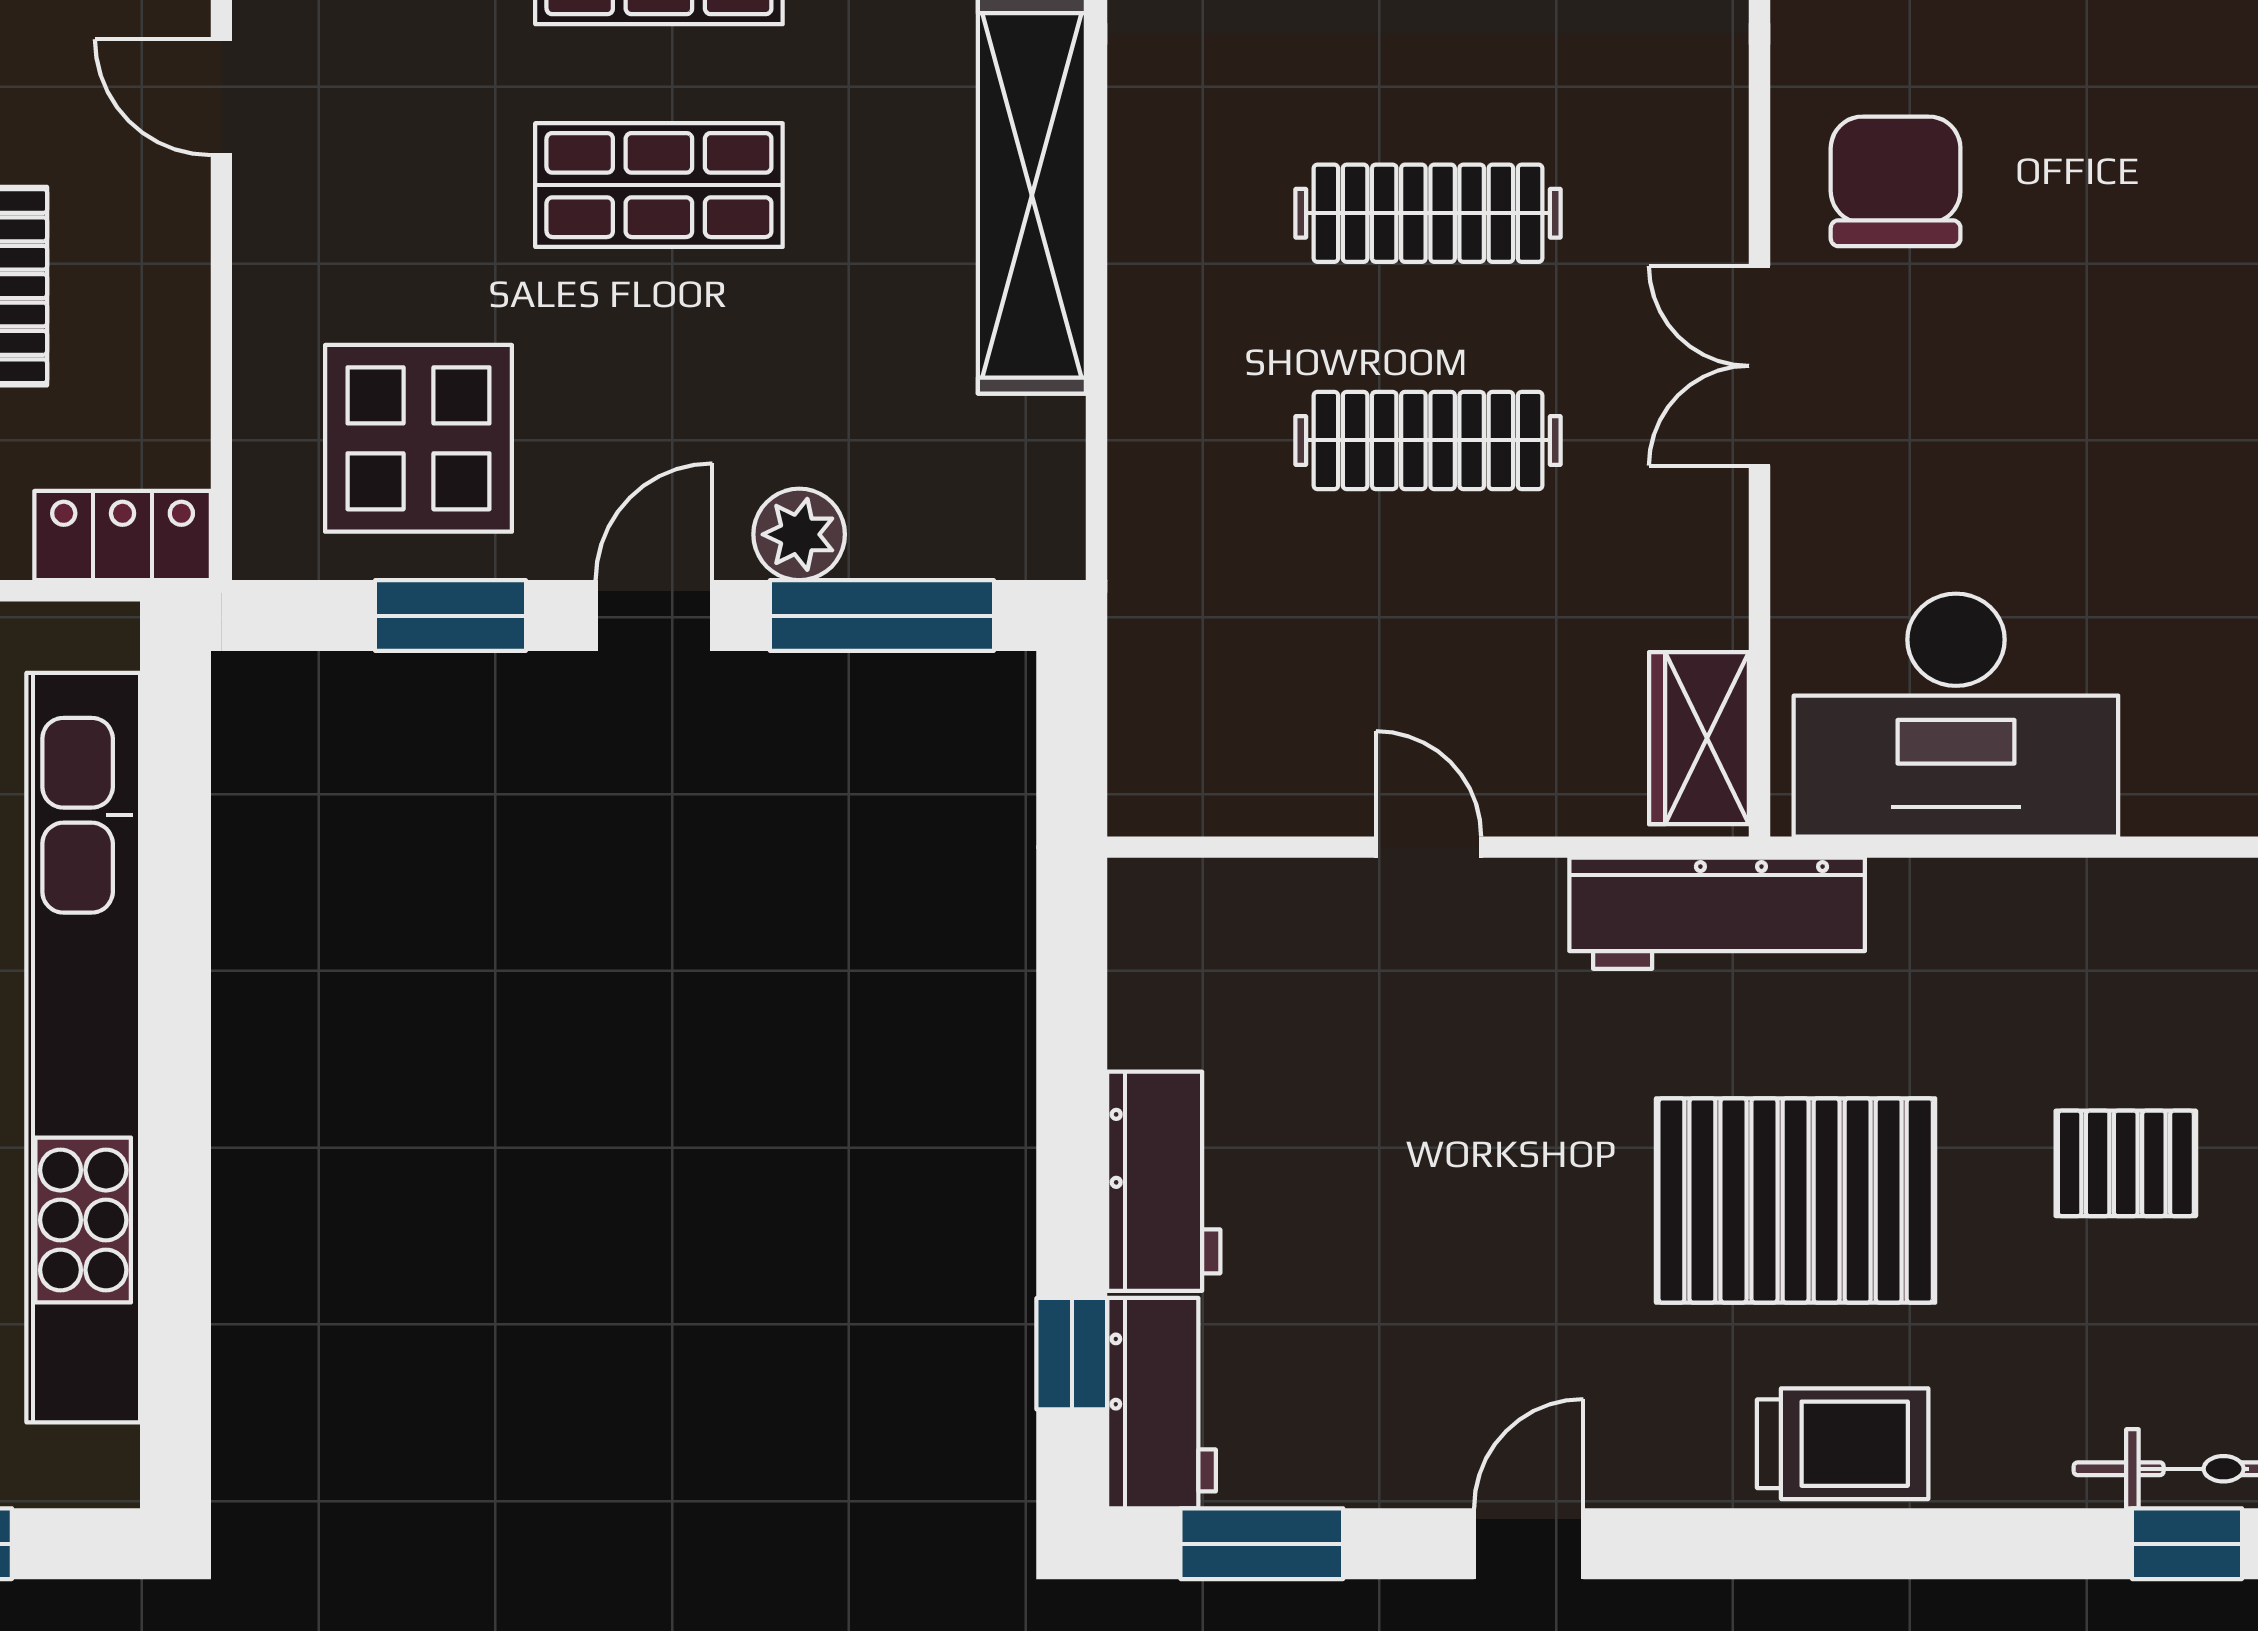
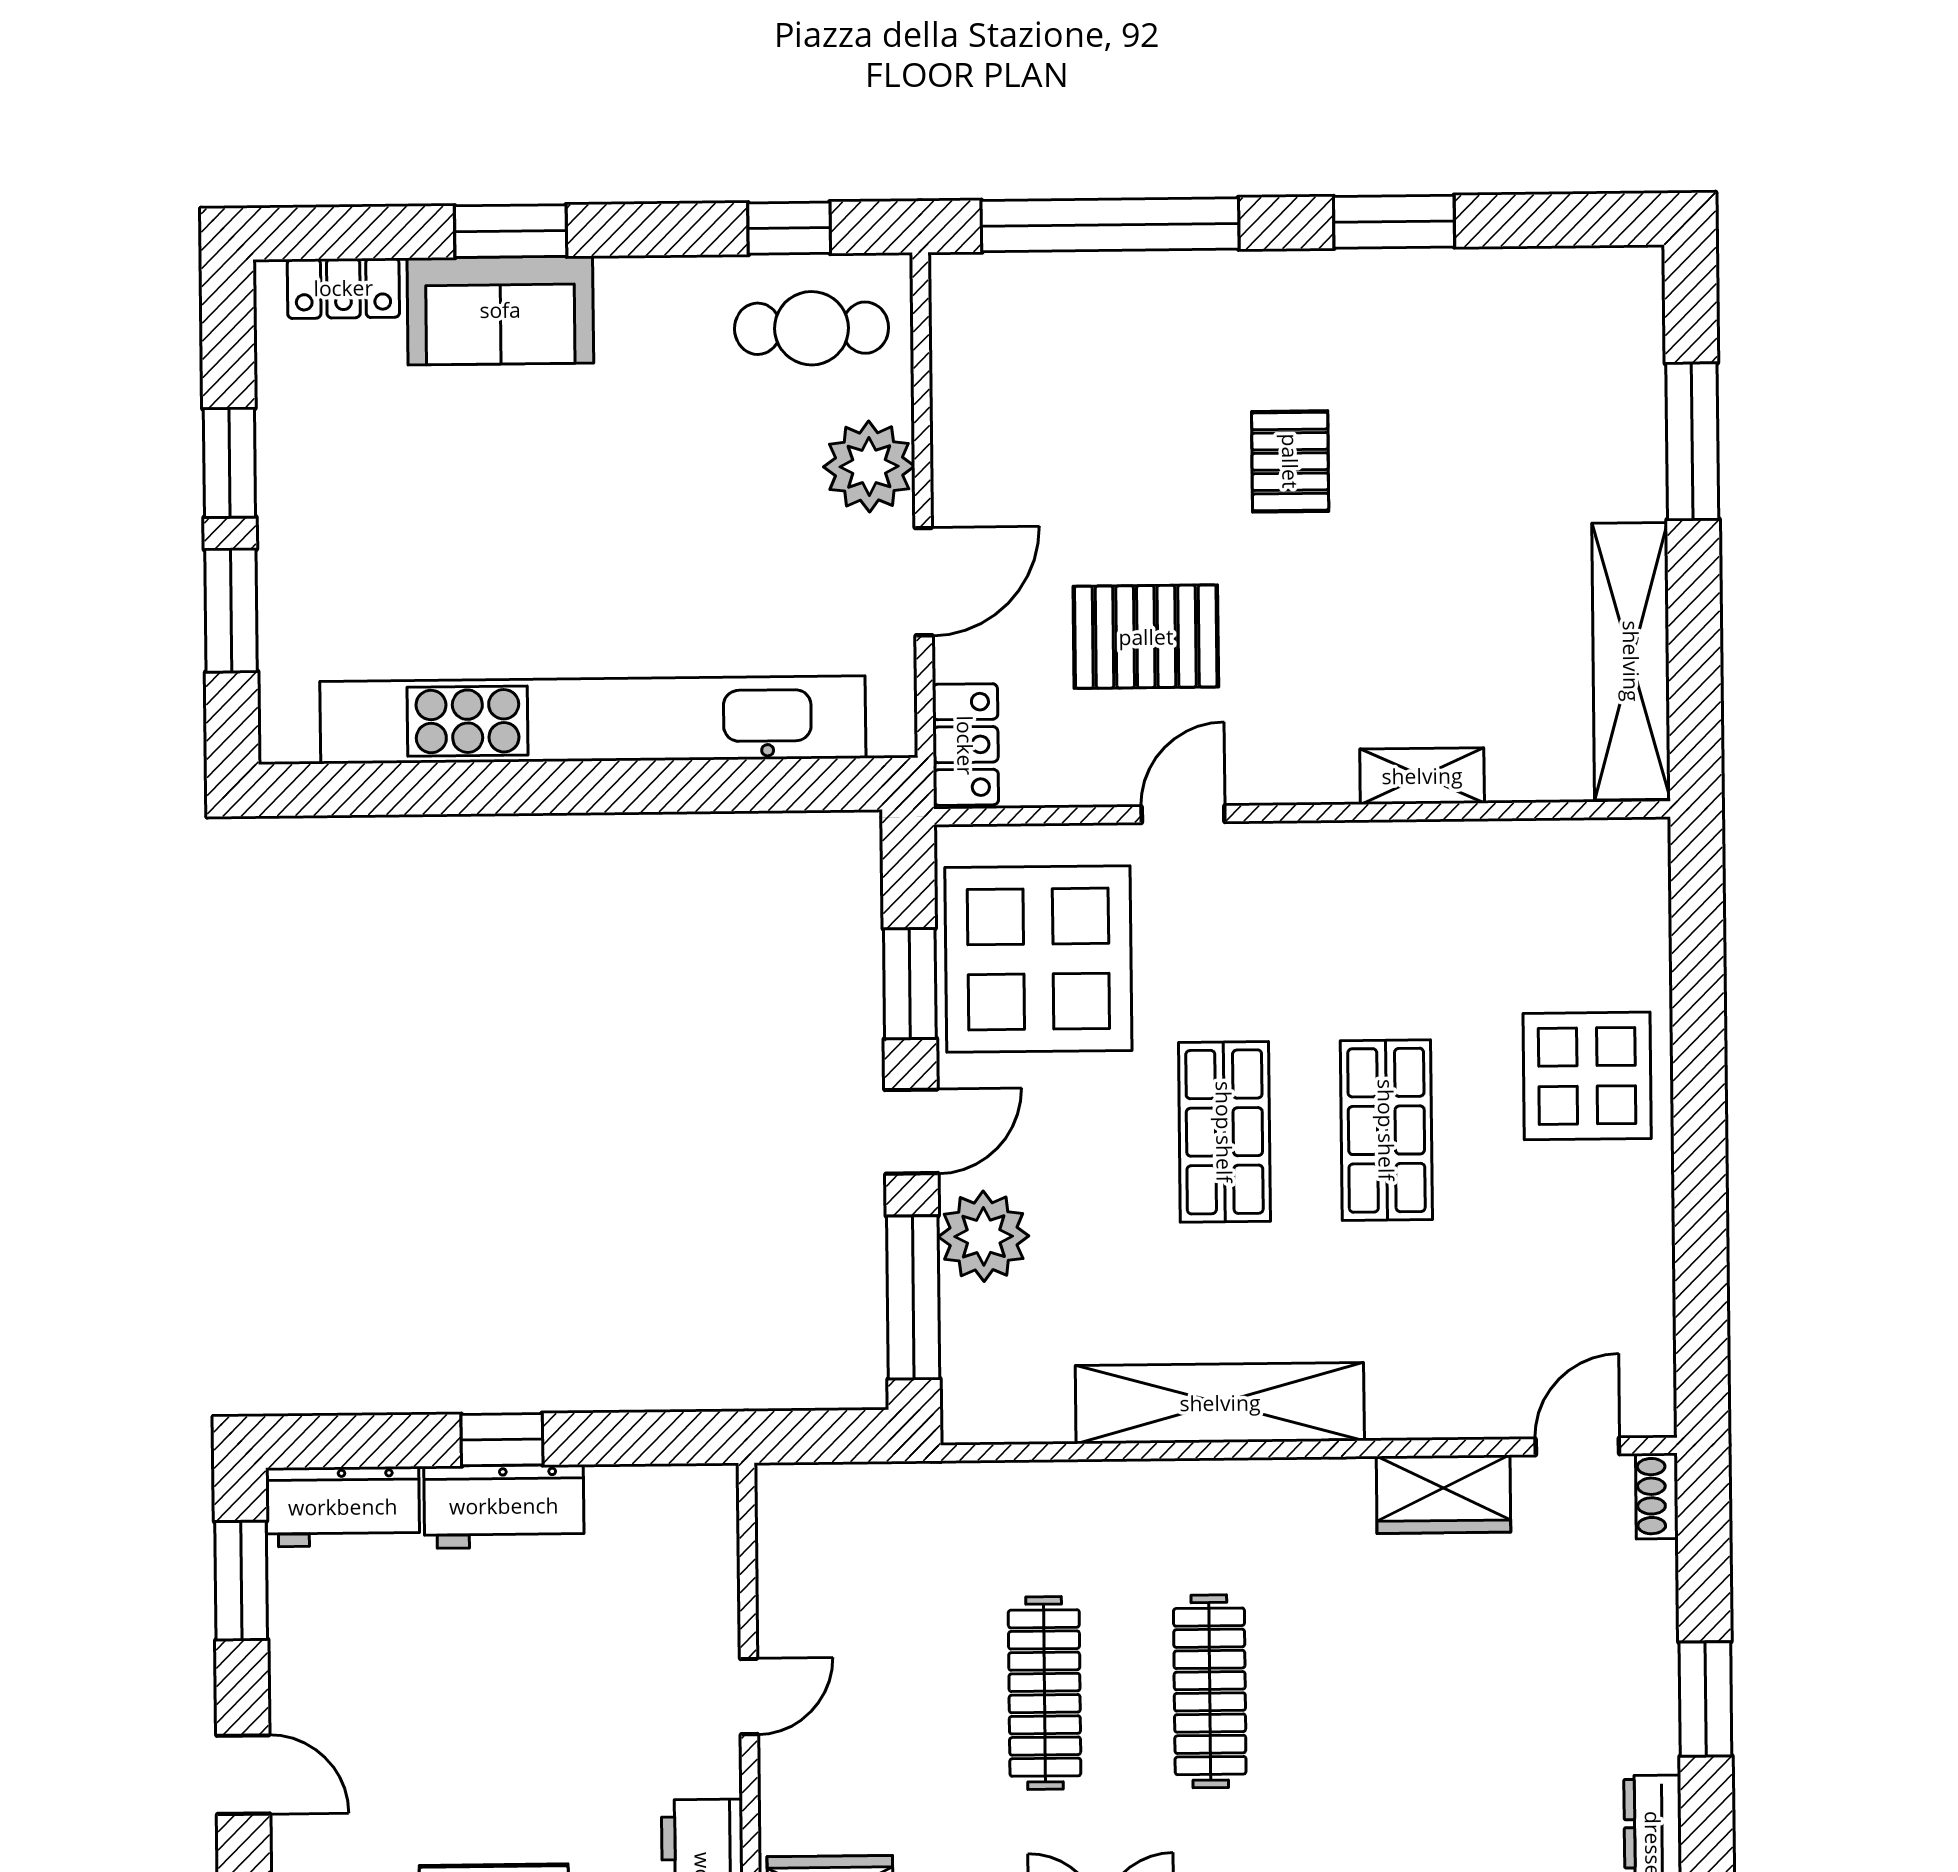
door: (221, 97) -> (1183, 814), moved
display table: (419, 438) -> (1038, 959), width x1.36, depth x1.36
plant: (799, 534) -> (984, 1236), width x1.36, depth x1.36
door: (654, 616) -> (911, 1132), hinge flipped
window: (1072, 1354) -> (502, 1440), moved

